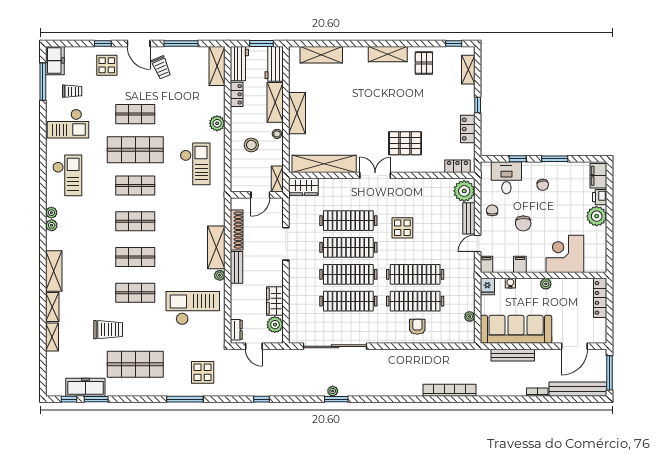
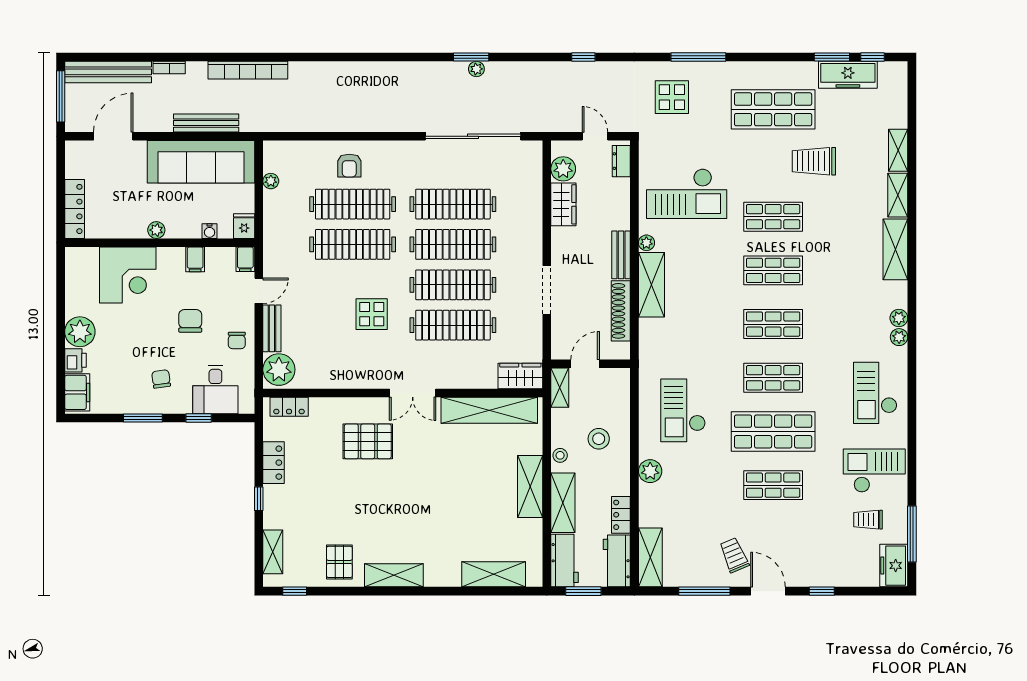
display table: (107, 65) -> (816, 558), removed
bookcase: (450, 390) -> (248, 70), moved

